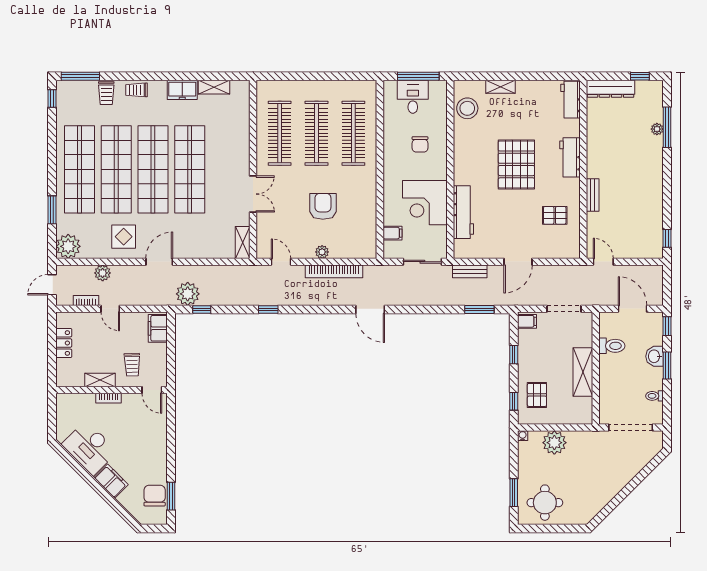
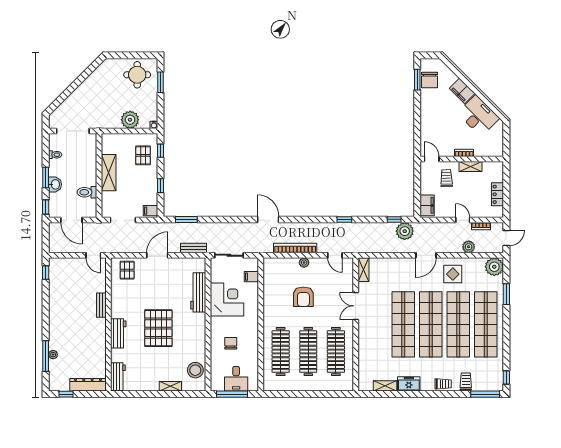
pallet: (555, 215) -> (127, 270), moved, turned 90

